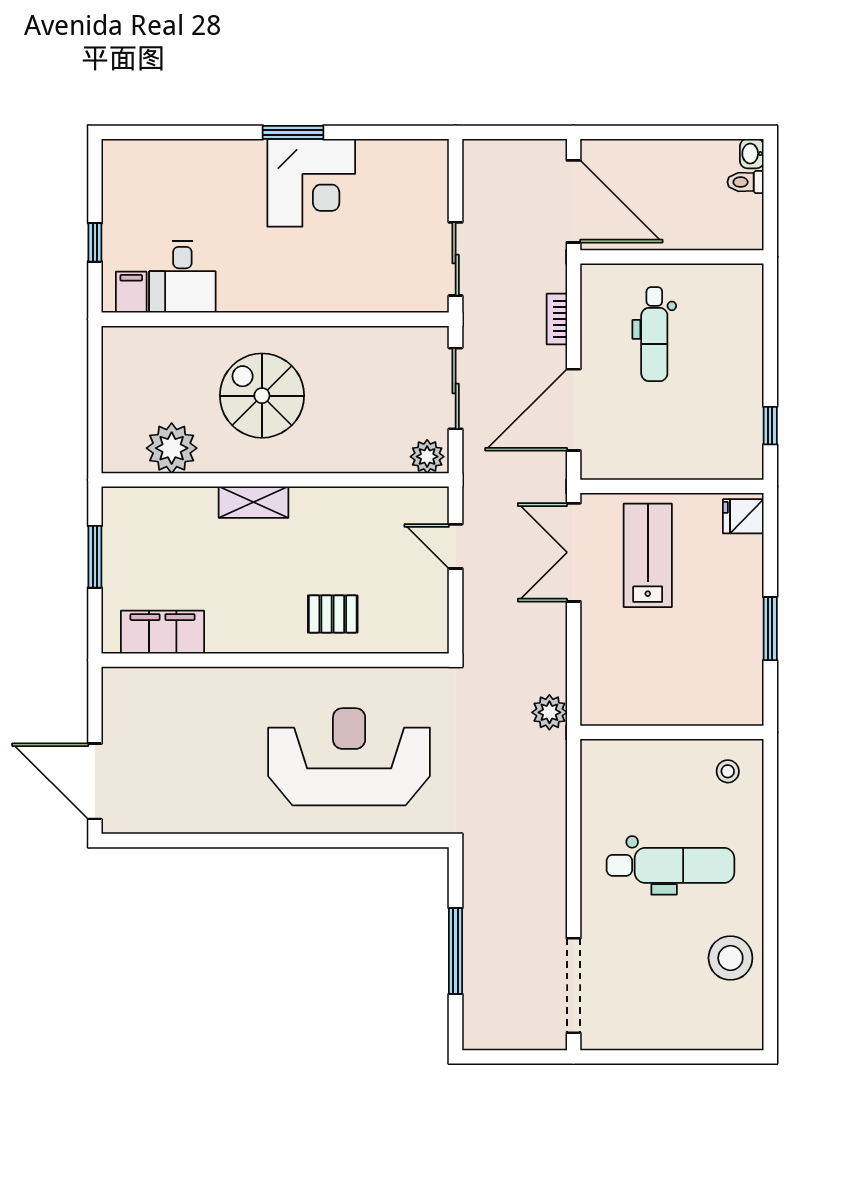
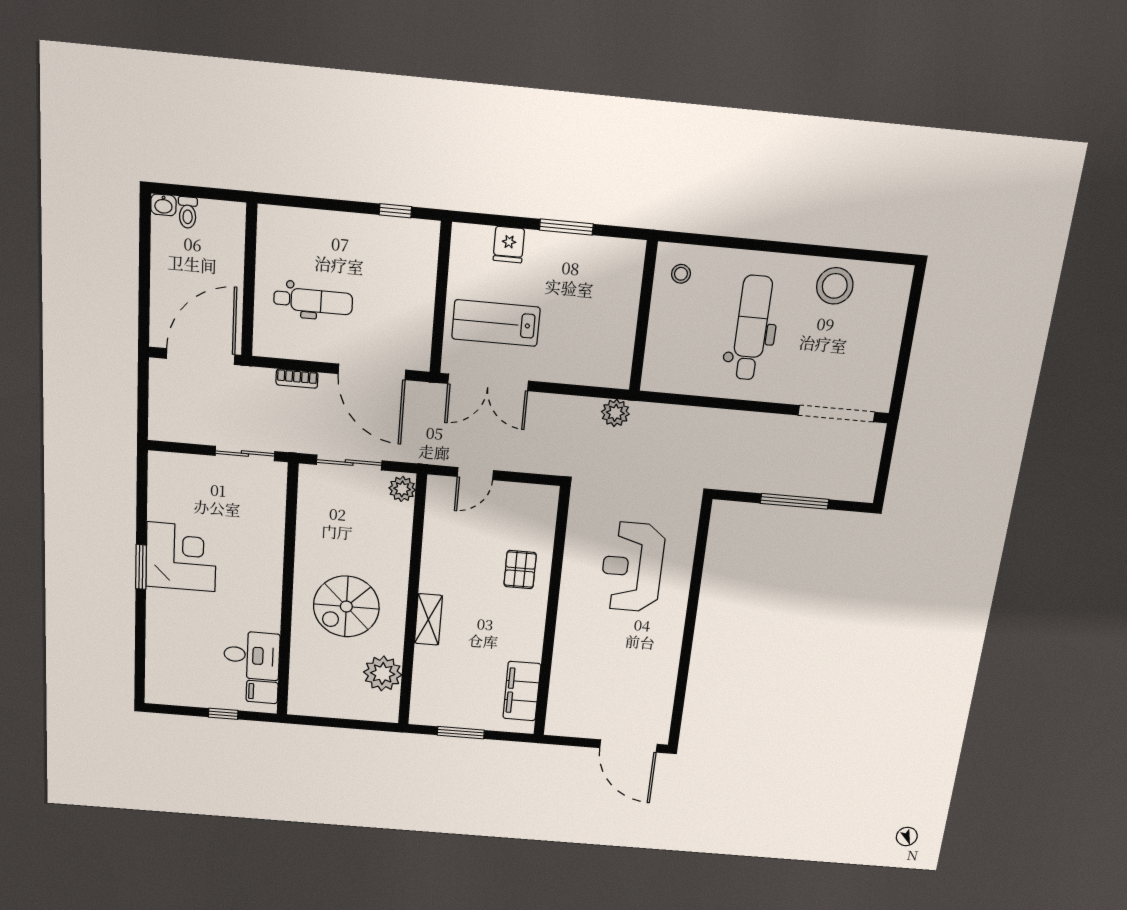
fridge: (743, 516) -> (509, 245), moved
reception desk: (349, 757) -> (632, 567), width x0.74, depth x0.77
door: (95, 781) -> (628, 746), hinge flipped

